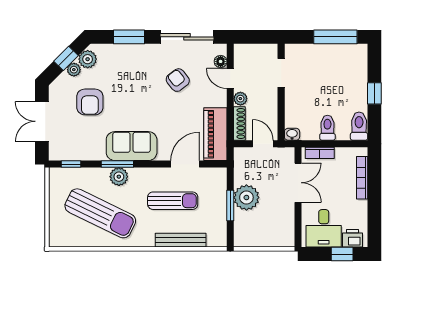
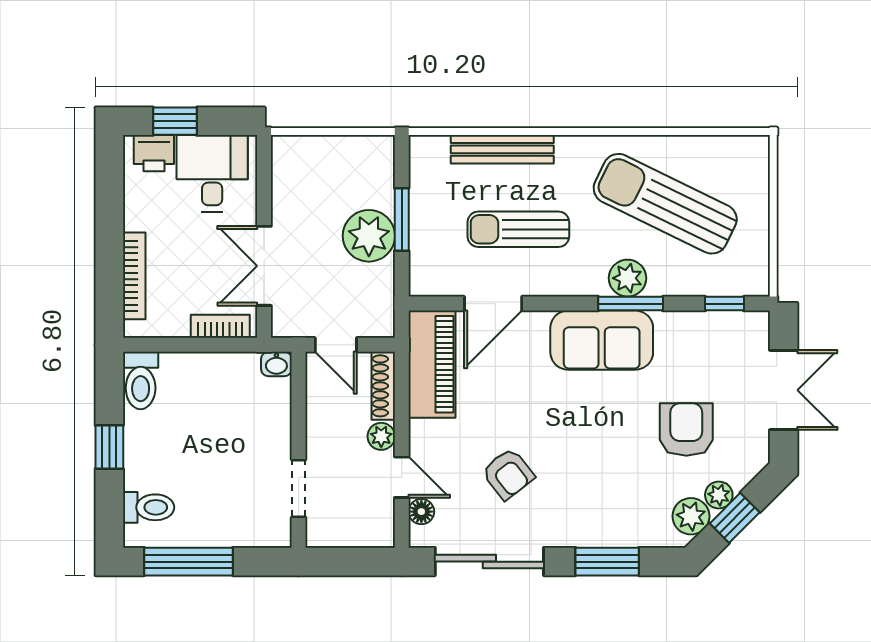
toilet: (327, 128) -> (149, 507), moved, turned -90

